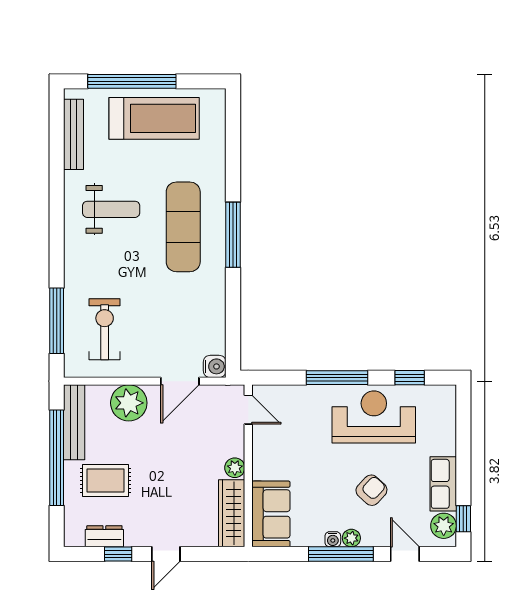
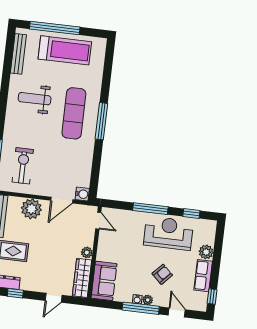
weight bench: (111, 209) -> (35, 99), turned 180
plant: (444, 526) -> (206, 252), moved
door: (166, 554) -> (54, 298), moved

